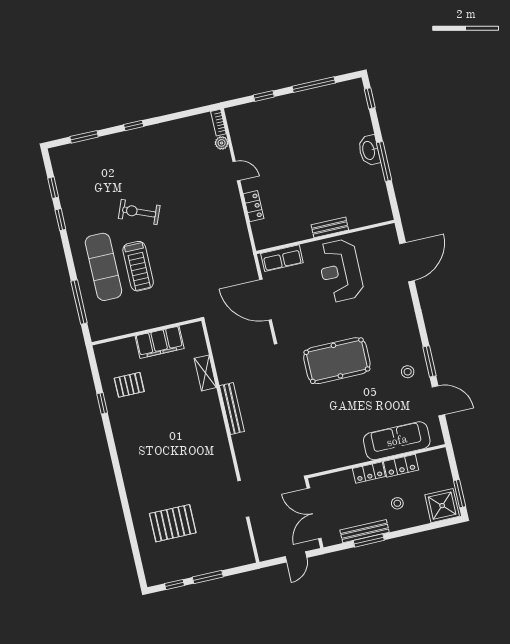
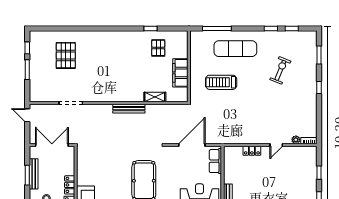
exercise bike: (139, 212) -> (280, 70), moved
treadmill: (138, 266) -> (221, 82), moved
door: (296, 557) -> (27, 115), moved

